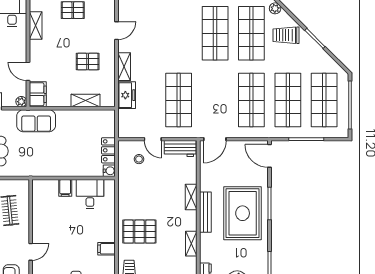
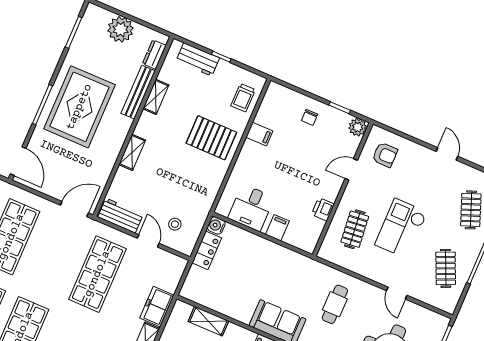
bench: (205, 212) -> (138, 92), moved
printer: (39, 215) -> (323, 209), added

